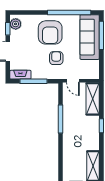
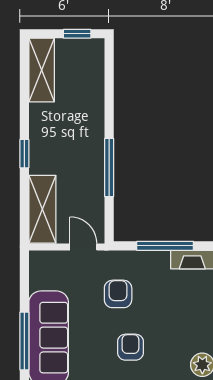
armchair: (50, 32) -> (130, 347), width x0.53, depth x0.53
armchair: (56, 58) -> (118, 294), turned 180

